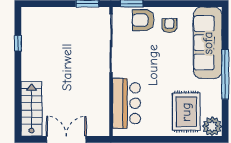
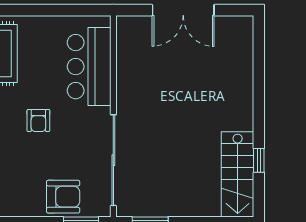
armchair: (169, 25) -> (38, 121), moved
stairs: (32, 109) -> (238, 174), moved

